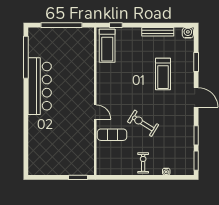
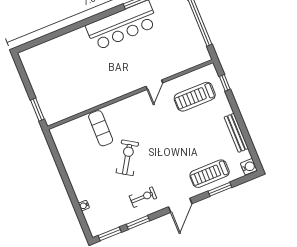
treadmill: (107, 46) -> (195, 97), moved
treadmill: (163, 74) -> (210, 174), moved
door: (95, 112) -> (154, 85), moved
exercise bike: (143, 163) -> (143, 197), moved

